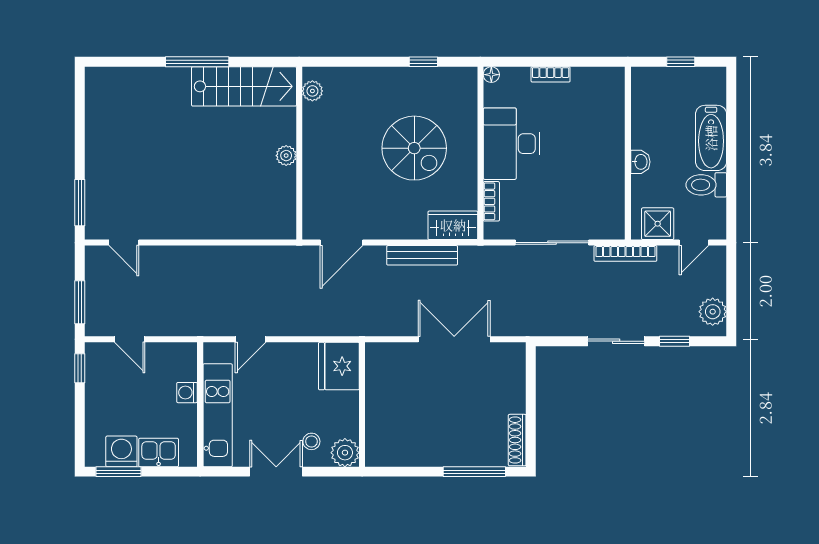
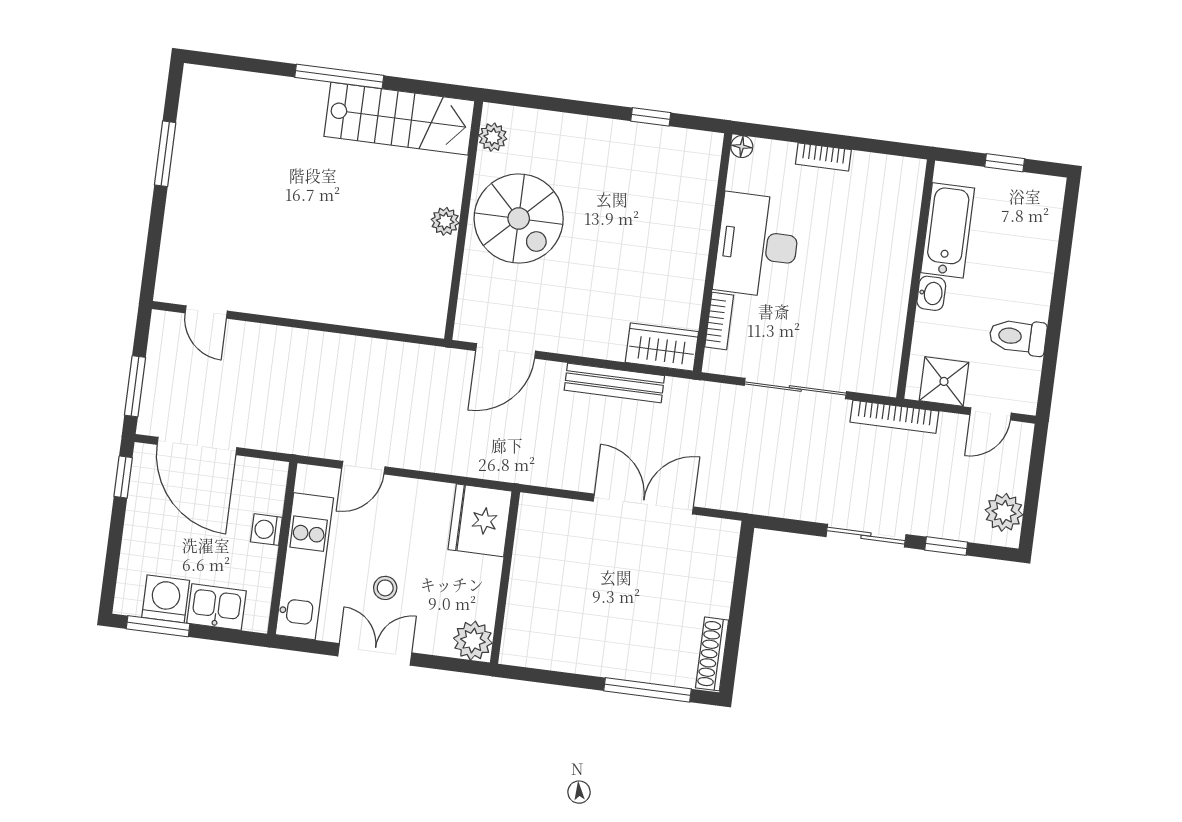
bathtub: (711, 138) -> (948, 230), moved, turned 180
spiral stairs: (414, 148) -> (519, 219), moved
window: (80, 203) -> (165, 154), moved
door: (130, 339) -> (197, 446), width x1.87
stool: (311, 441) -> (385, 588), moved

